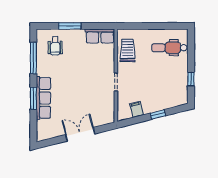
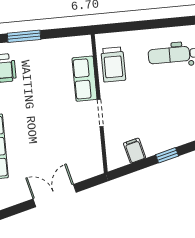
row of seats: (100, 36) -> (85, 79), moved, turned 90
trolley: (128, 50) -> (113, 64), turned 180

